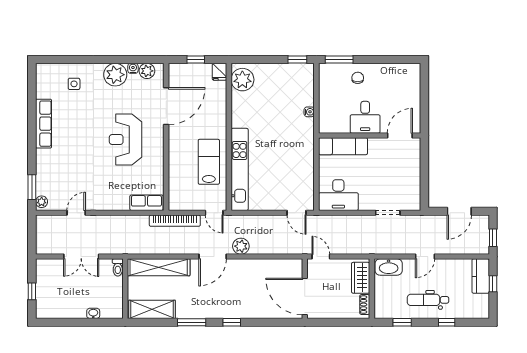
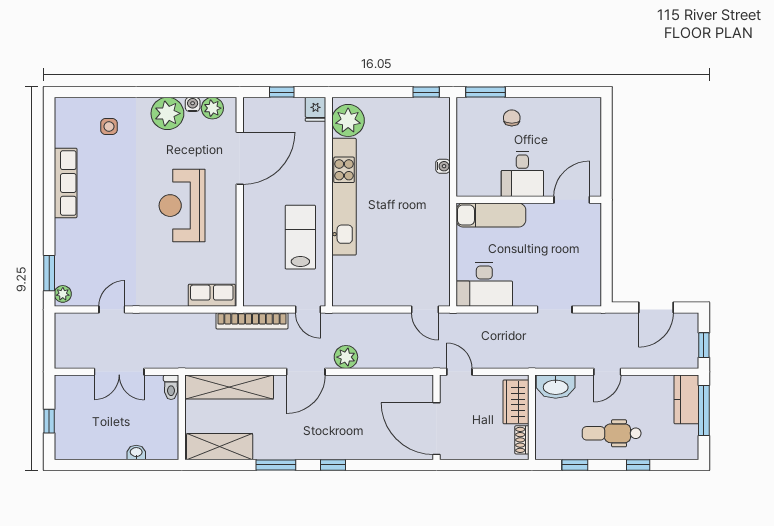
kitchen unit: (240, 169) -> (344, 197), moved
window: (493, 284) -> (704, 410), width x2.17

